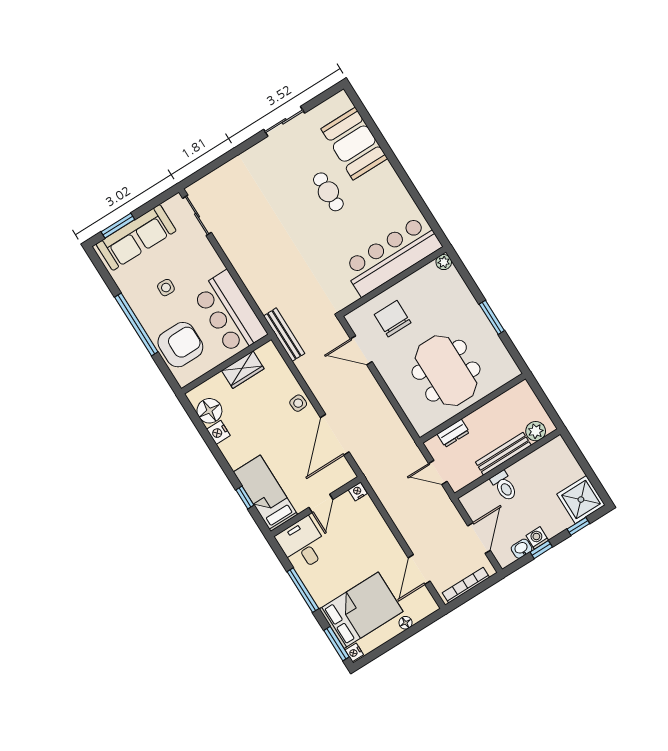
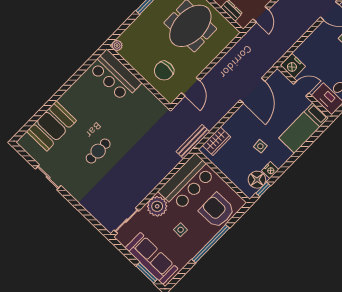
cafe table: (328, 192) -> (98, 151), moved
bar counter: (392, 256) -> (115, 75), width x0.73
plant: (207, 263) -> (157, 206), added
wardrobe: (243, 370) -> (217, 141), moved, turned 90
side table: (298, 403) -> (260, 146), moved
door: (335, 435) -> (252, 91), hinge flipped
nightstand: (358, 492) -> (293, 66), width x1.89, depth x1.79
window: (245, 497) -> (263, 189), moved

